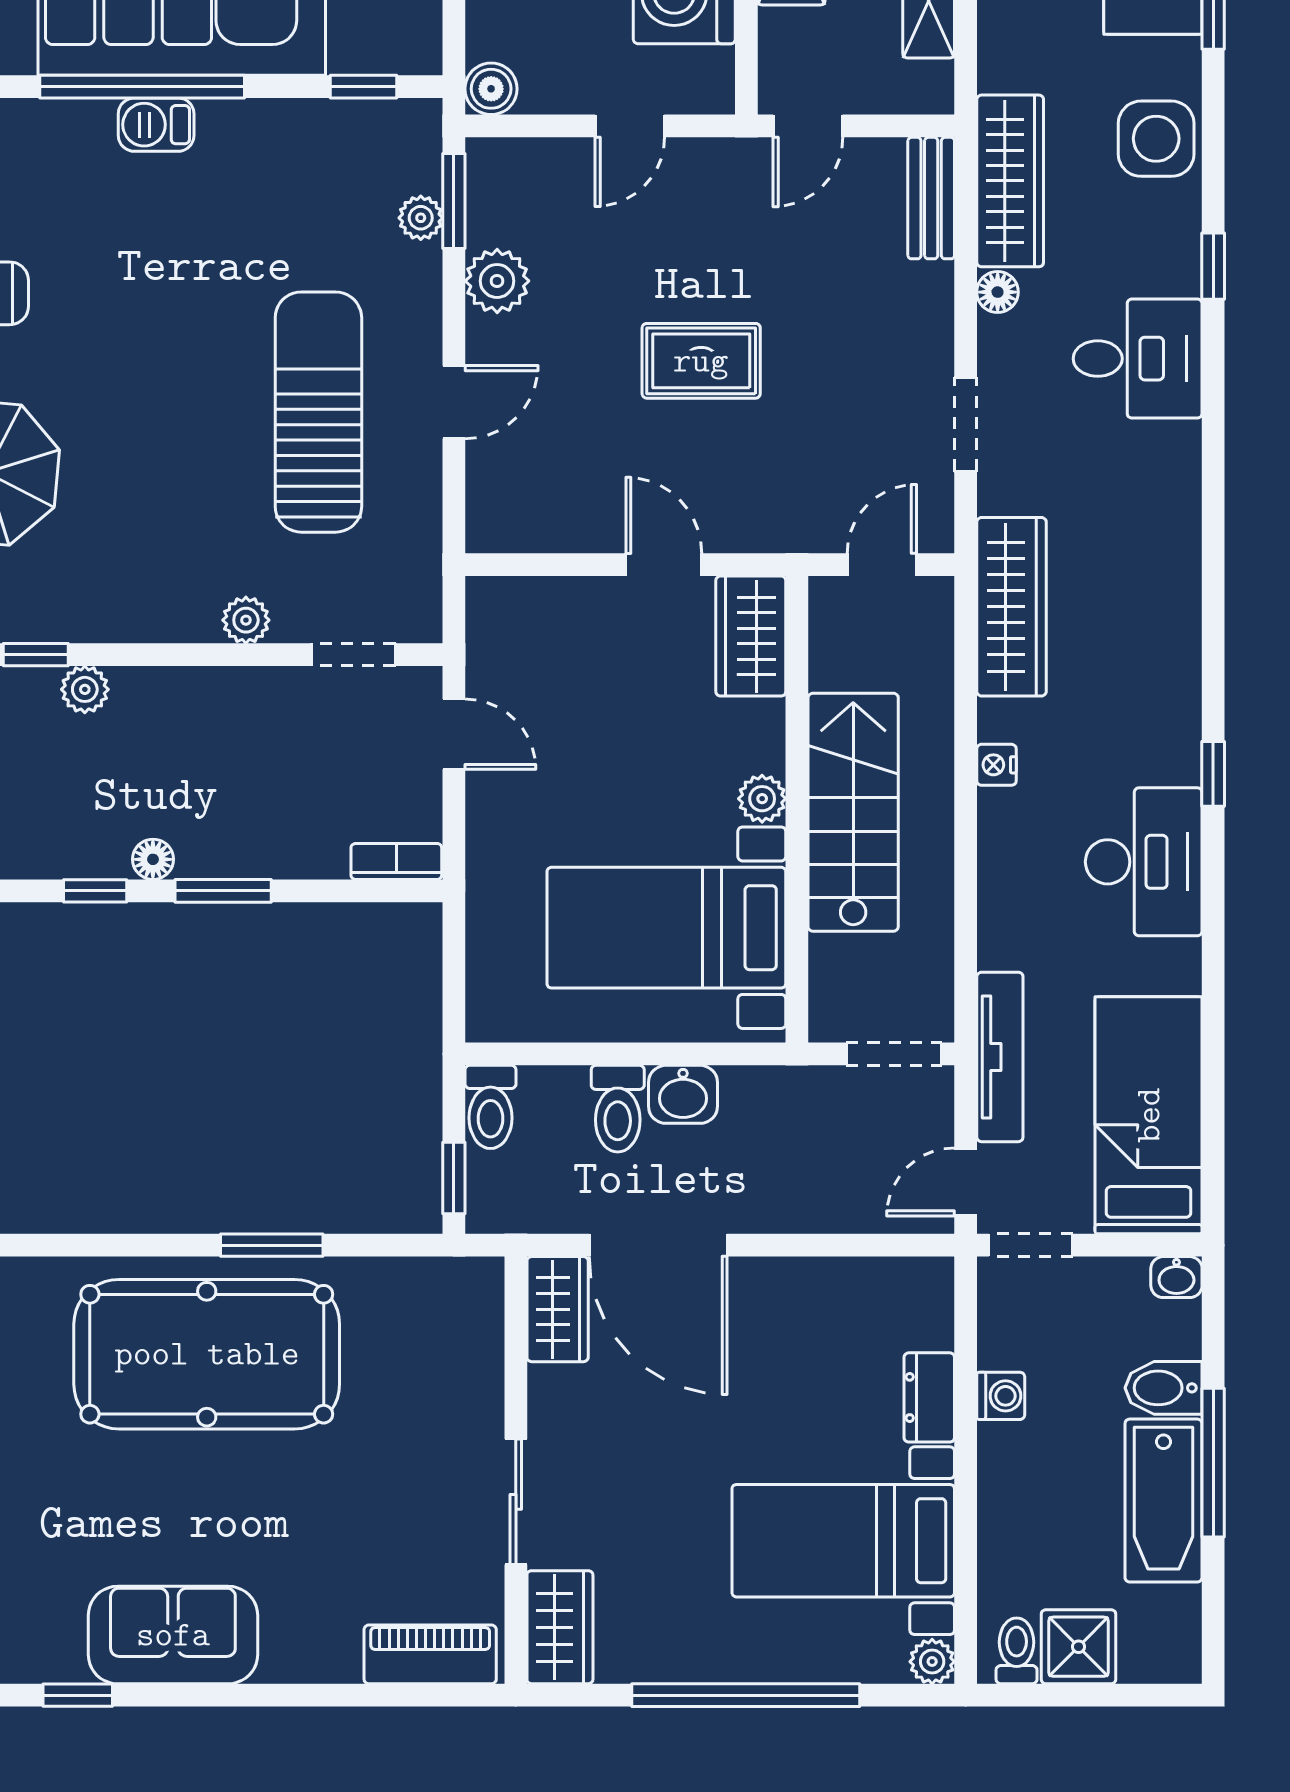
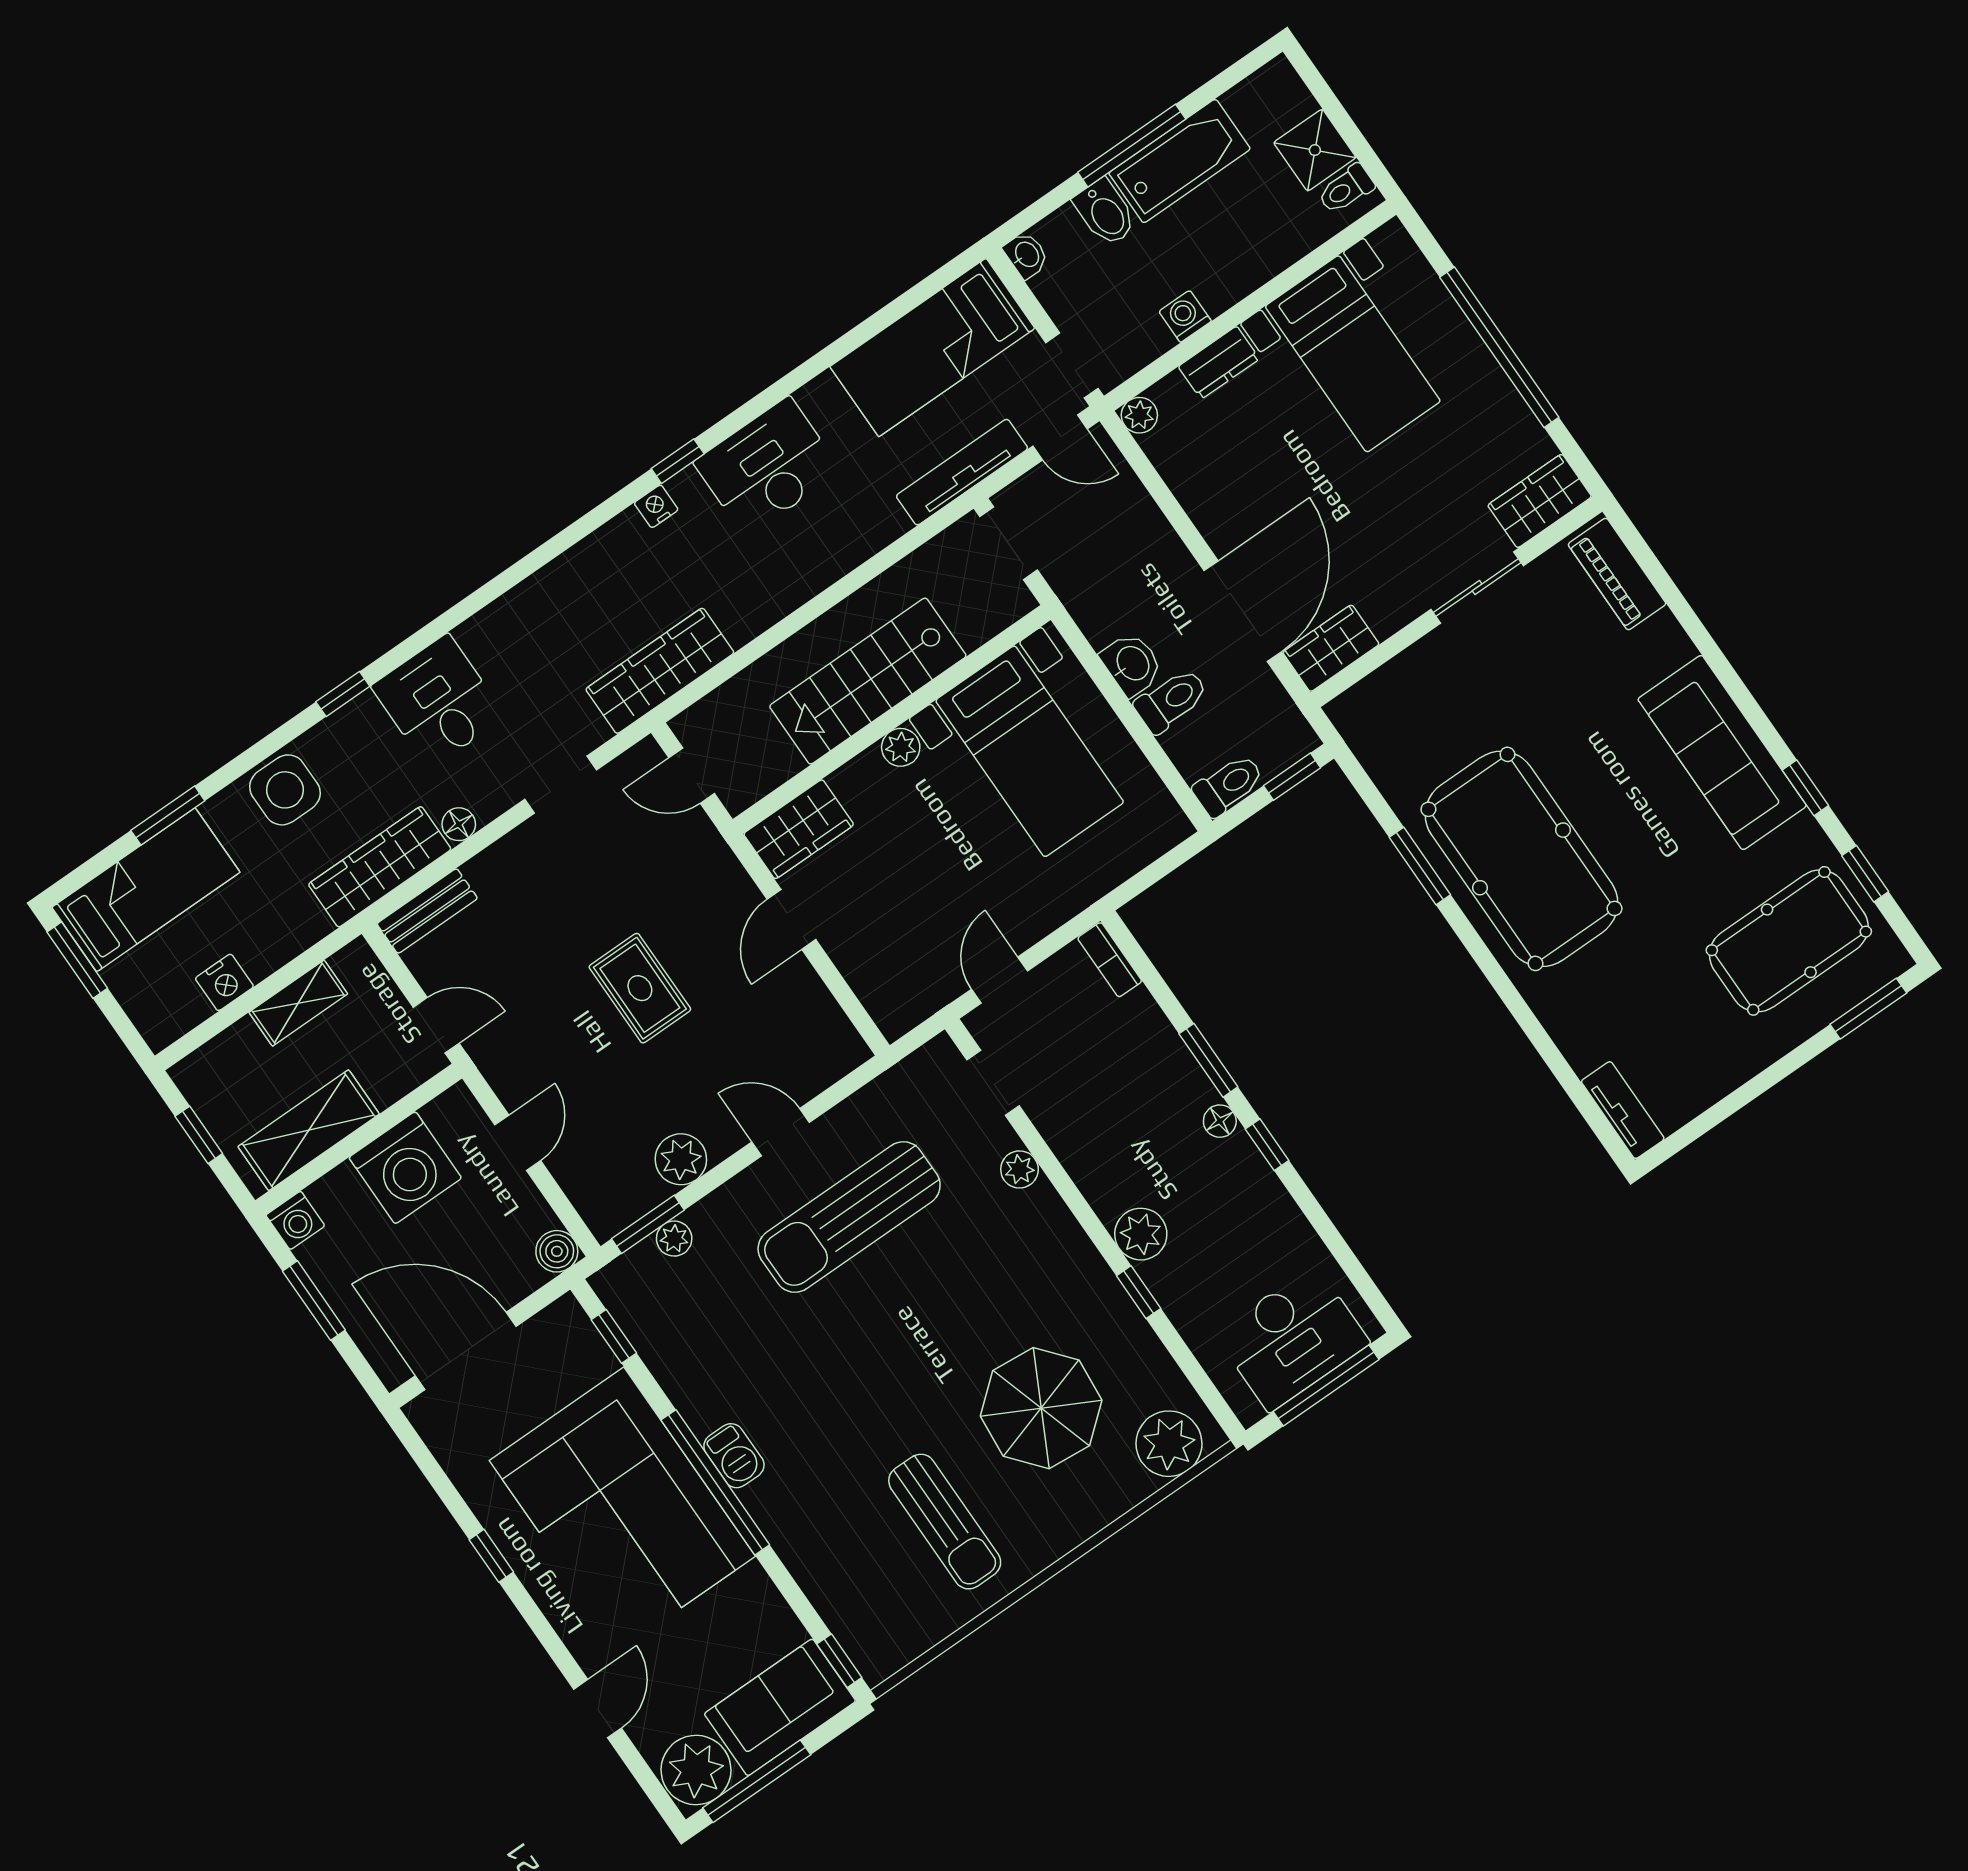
door: (630, 126) -> (518, 1143), hinge flipped
plant: (85, 689) -> (1141, 1234), width x1.38, depth x1.38
nightstand: (996, 765) -> (656, 506), moved, turned 180
sofa: (173, 1635) -> (1722, 752), width x1.36
plant: (932, 1662) -> (1139, 415), moved

